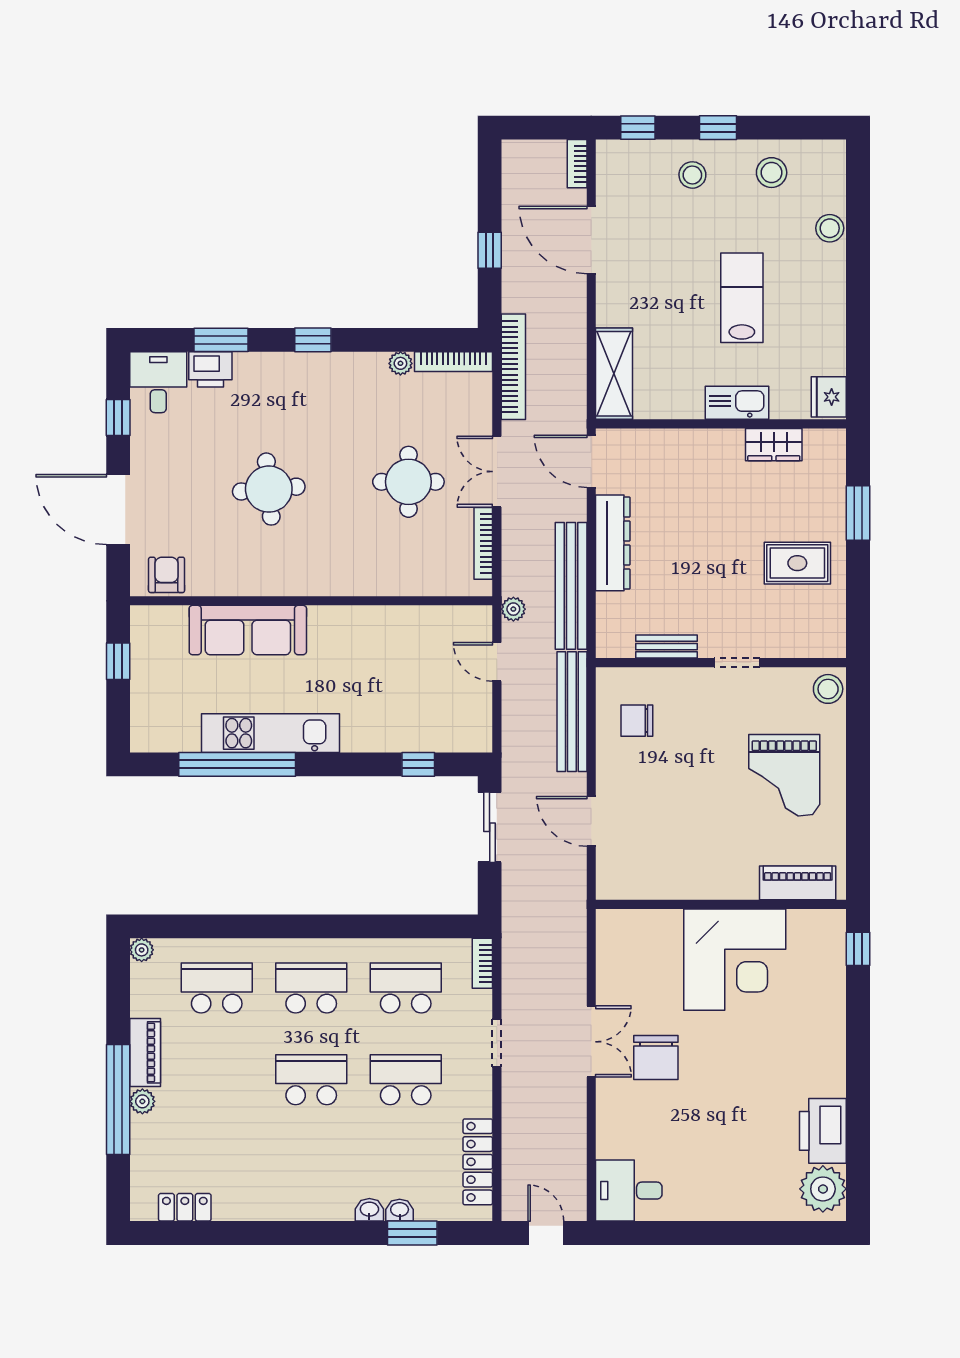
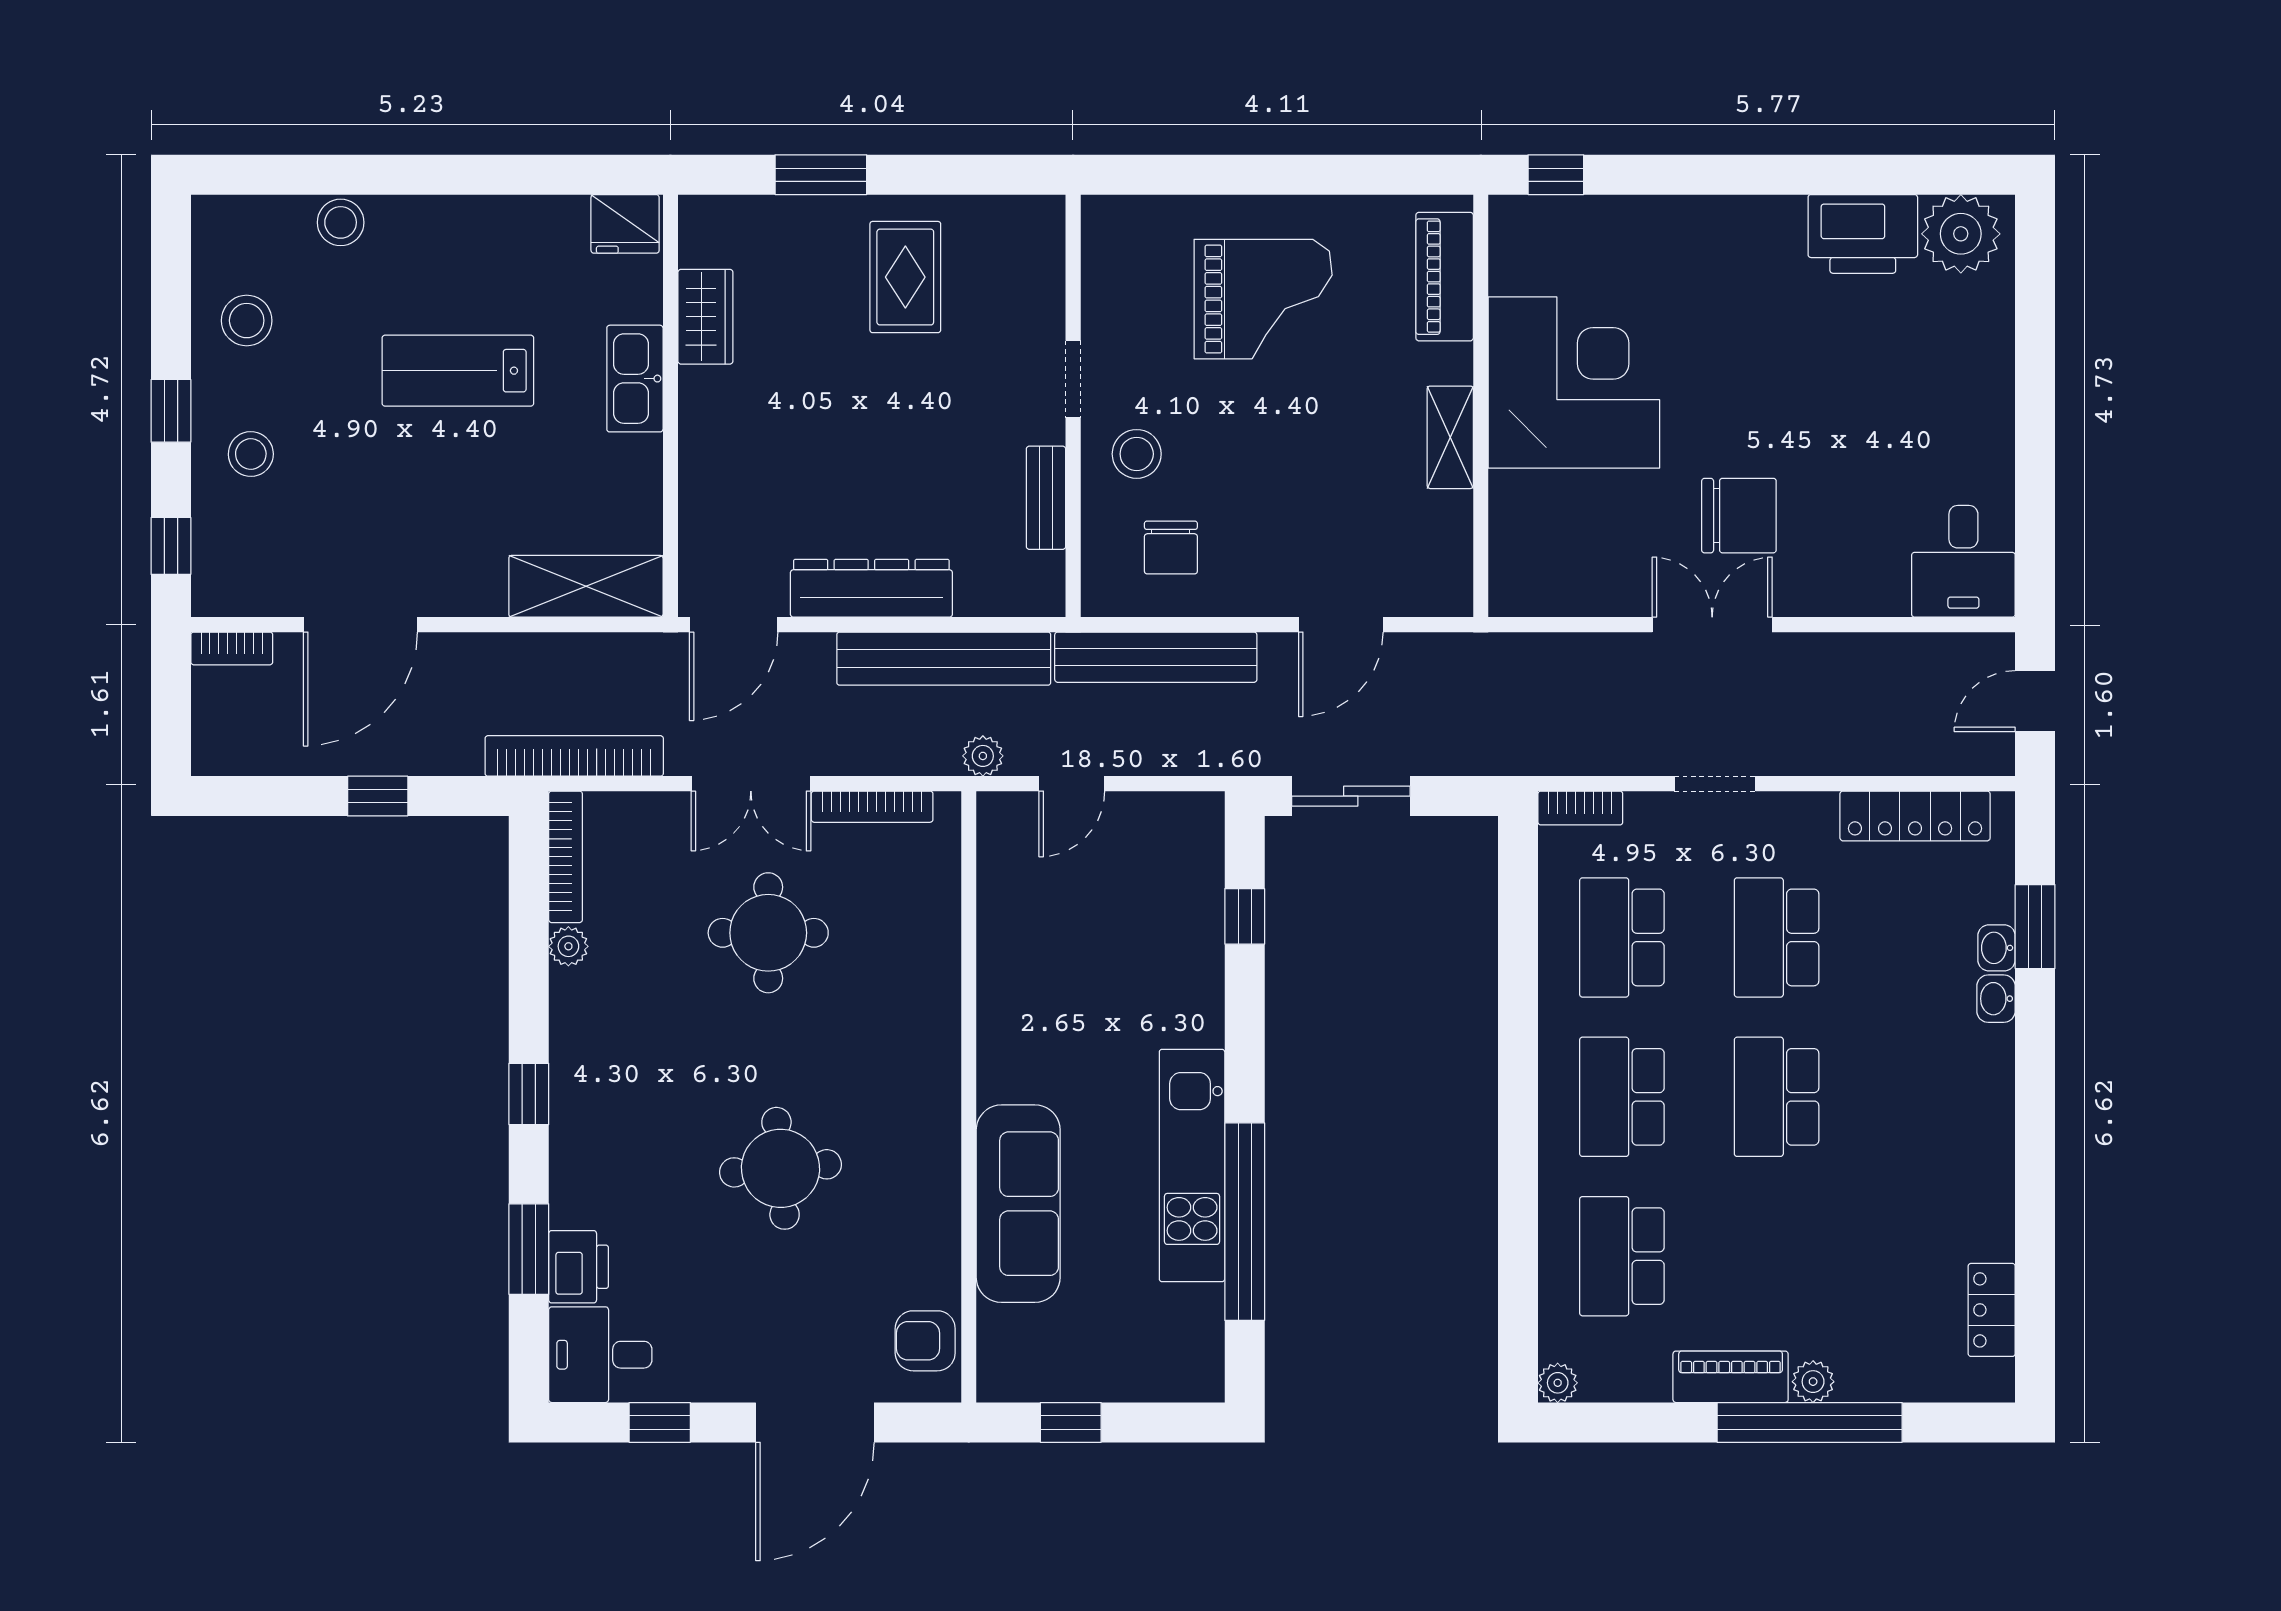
stool: (828, 689) -> (1137, 454), moved
shelving: (702, 886) -> (1450, 437), added

